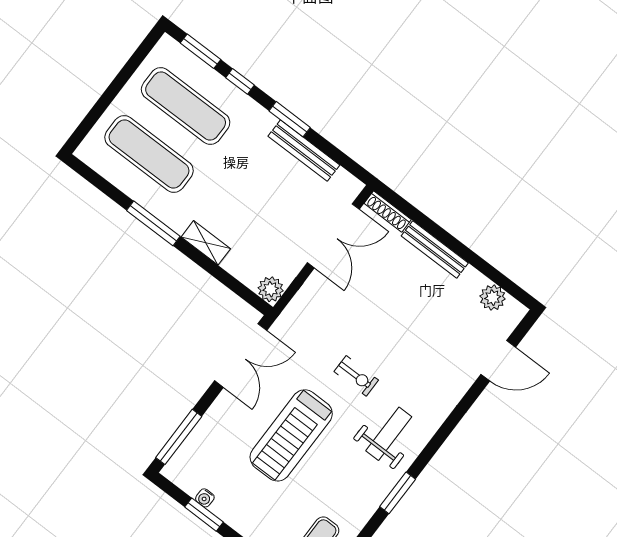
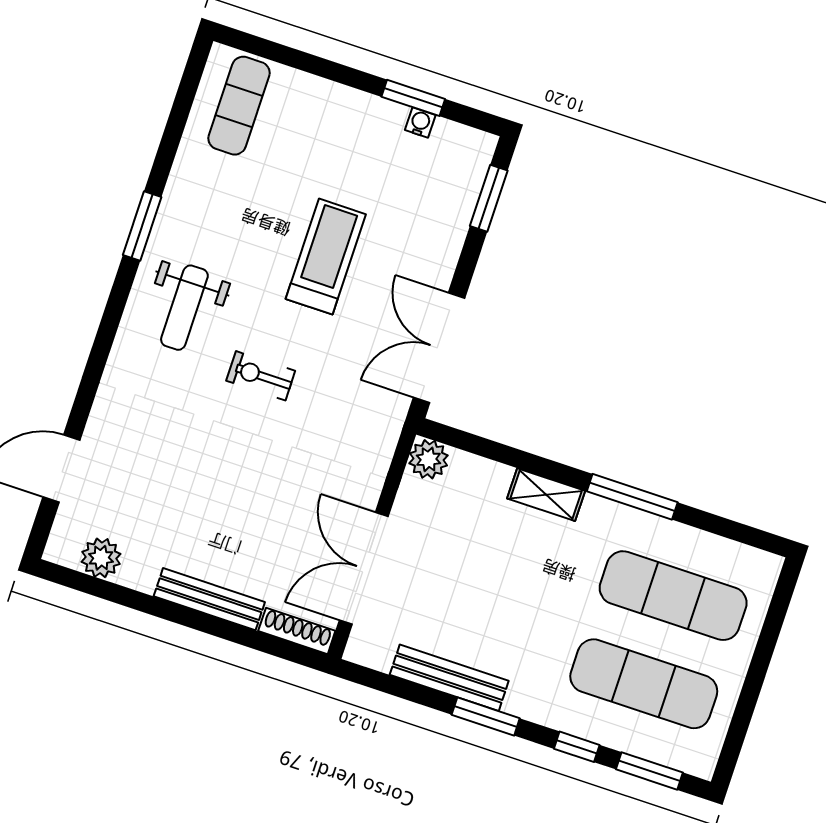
treadmill: (291, 435) -> (326, 257), width x0.73, depth x0.73
window: (179, 437) -> (489, 198), width x0.69

